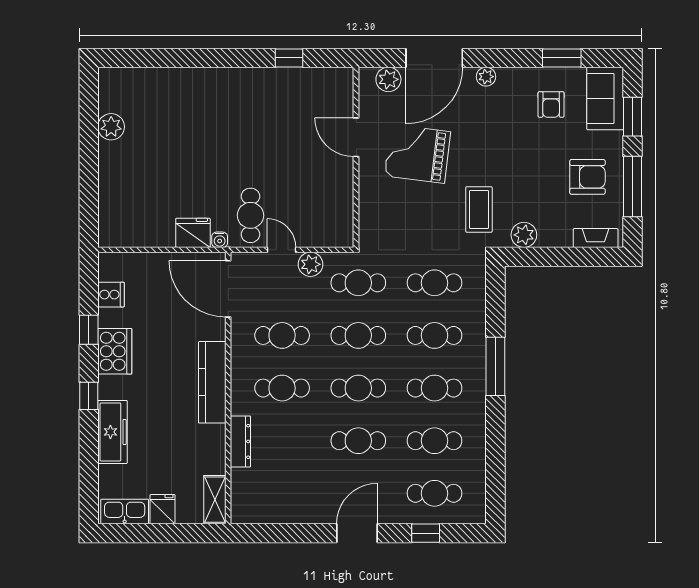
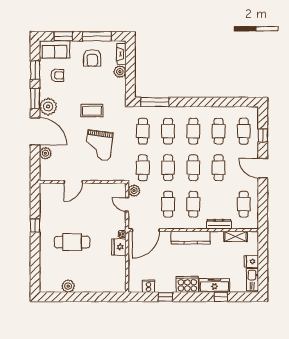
window: (289, 58) -> (35, 226), moved
window: (503, 58) -> (35, 98), added
plant: (486, 77) -> (48, 107), width x1.87, depth x1.87
door: (356, 137) -> (73, 182), moved
grand piano: (417, 154) -> (99, 145), moved
wall: (356, 157) -> (83, 182), moved
armchair: (587, 177) -> (92, 58), turned 180
coffee table: (479, 209) -> (92, 111), moved
cafe table: (250, 215) -> (72, 242), moved, width x1.37, depth x1.35
plant: (524, 235) -> (120, 72), moved
door: (281, 250) -> (127, 205), hinge flipped
cooker: (115, 351) -> (187, 284), moved
window: (495, 366) -> (155, 102), moved
window: (89, 396) -> (221, 297), moved
cafe table: (282, 493) -> (244, 204), added
shelving: (215, 500) -> (236, 236), moved

